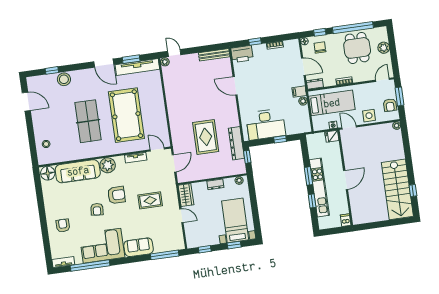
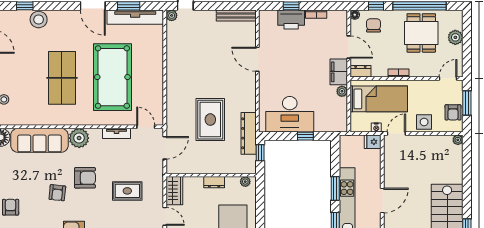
printer: (242, 54) -> (291, 20), moved
filing cabinet: (299, 92) -> (339, 72), width x2.00
door: (349, 127) -> (396, 133), hinge flipped

